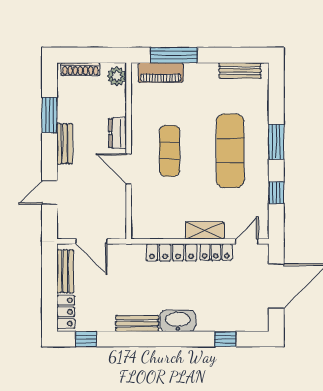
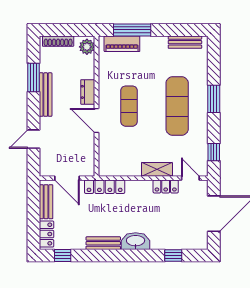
bench: (65, 144) -> (46, 95), width x1.36
window: (276, 193) -> (214, 152), moved
door: (247, 241) -> (190, 178), hinge flipped
locker: (172, 252) -> (105, 187), moved

